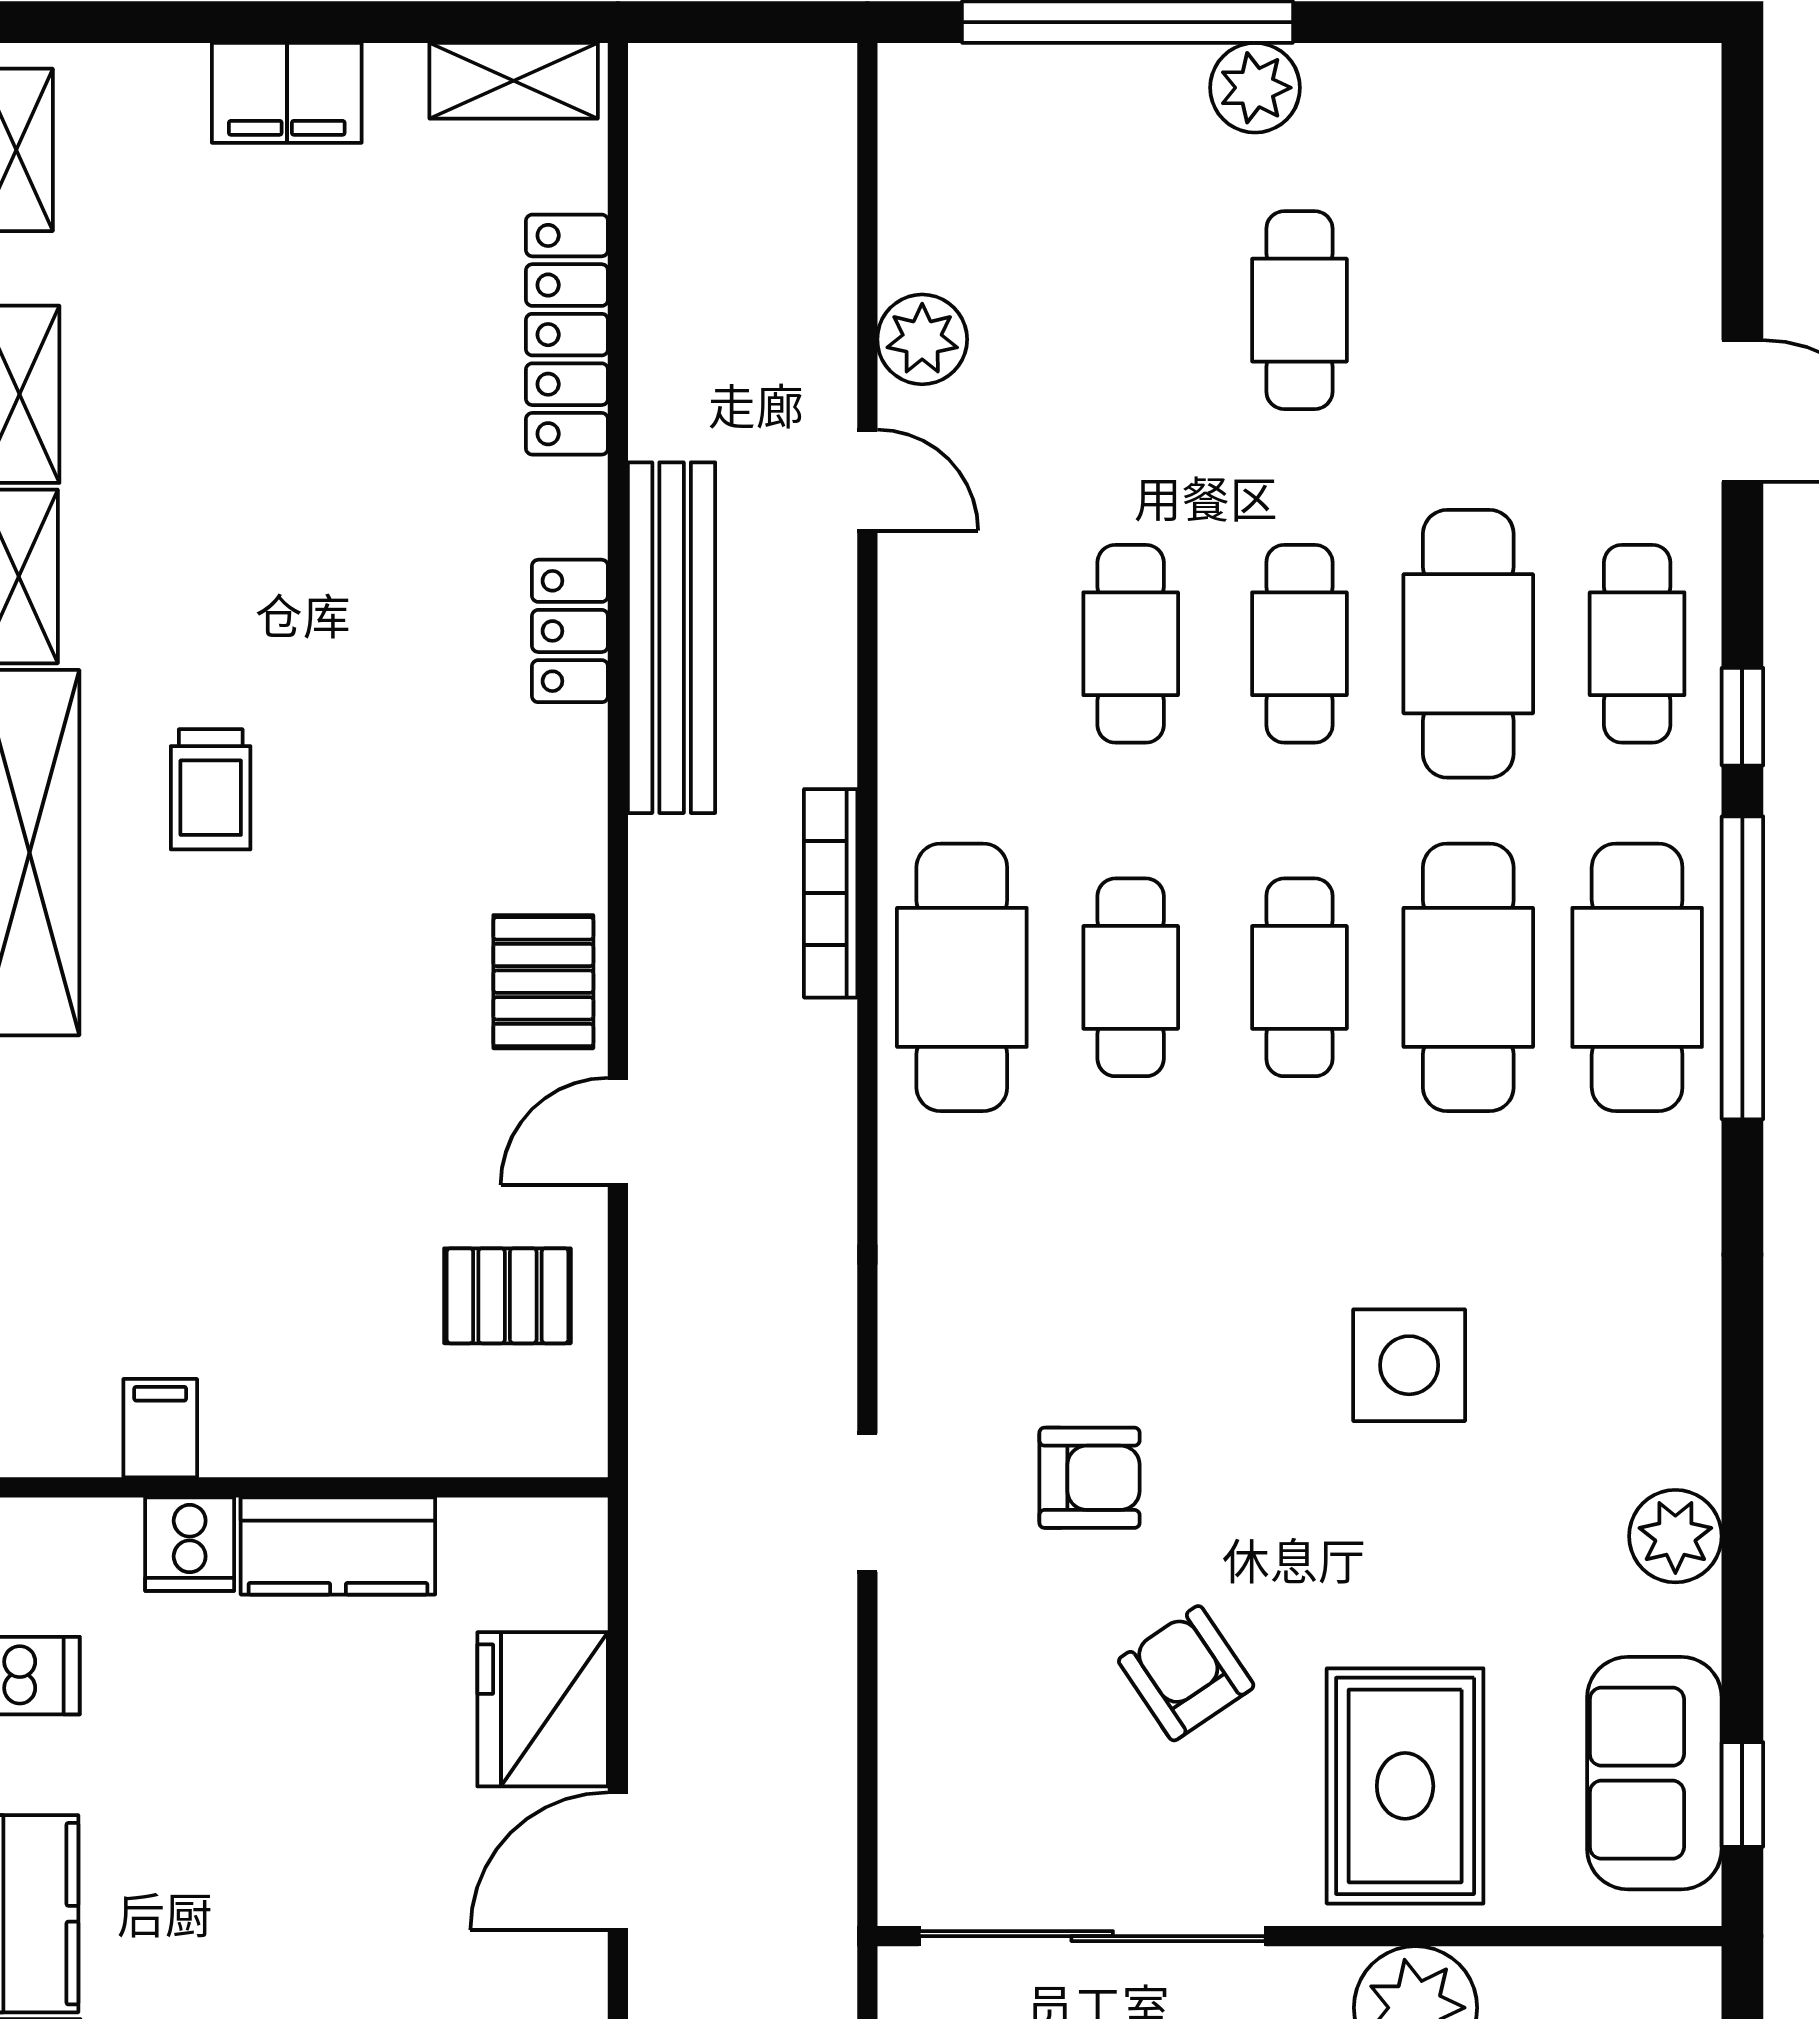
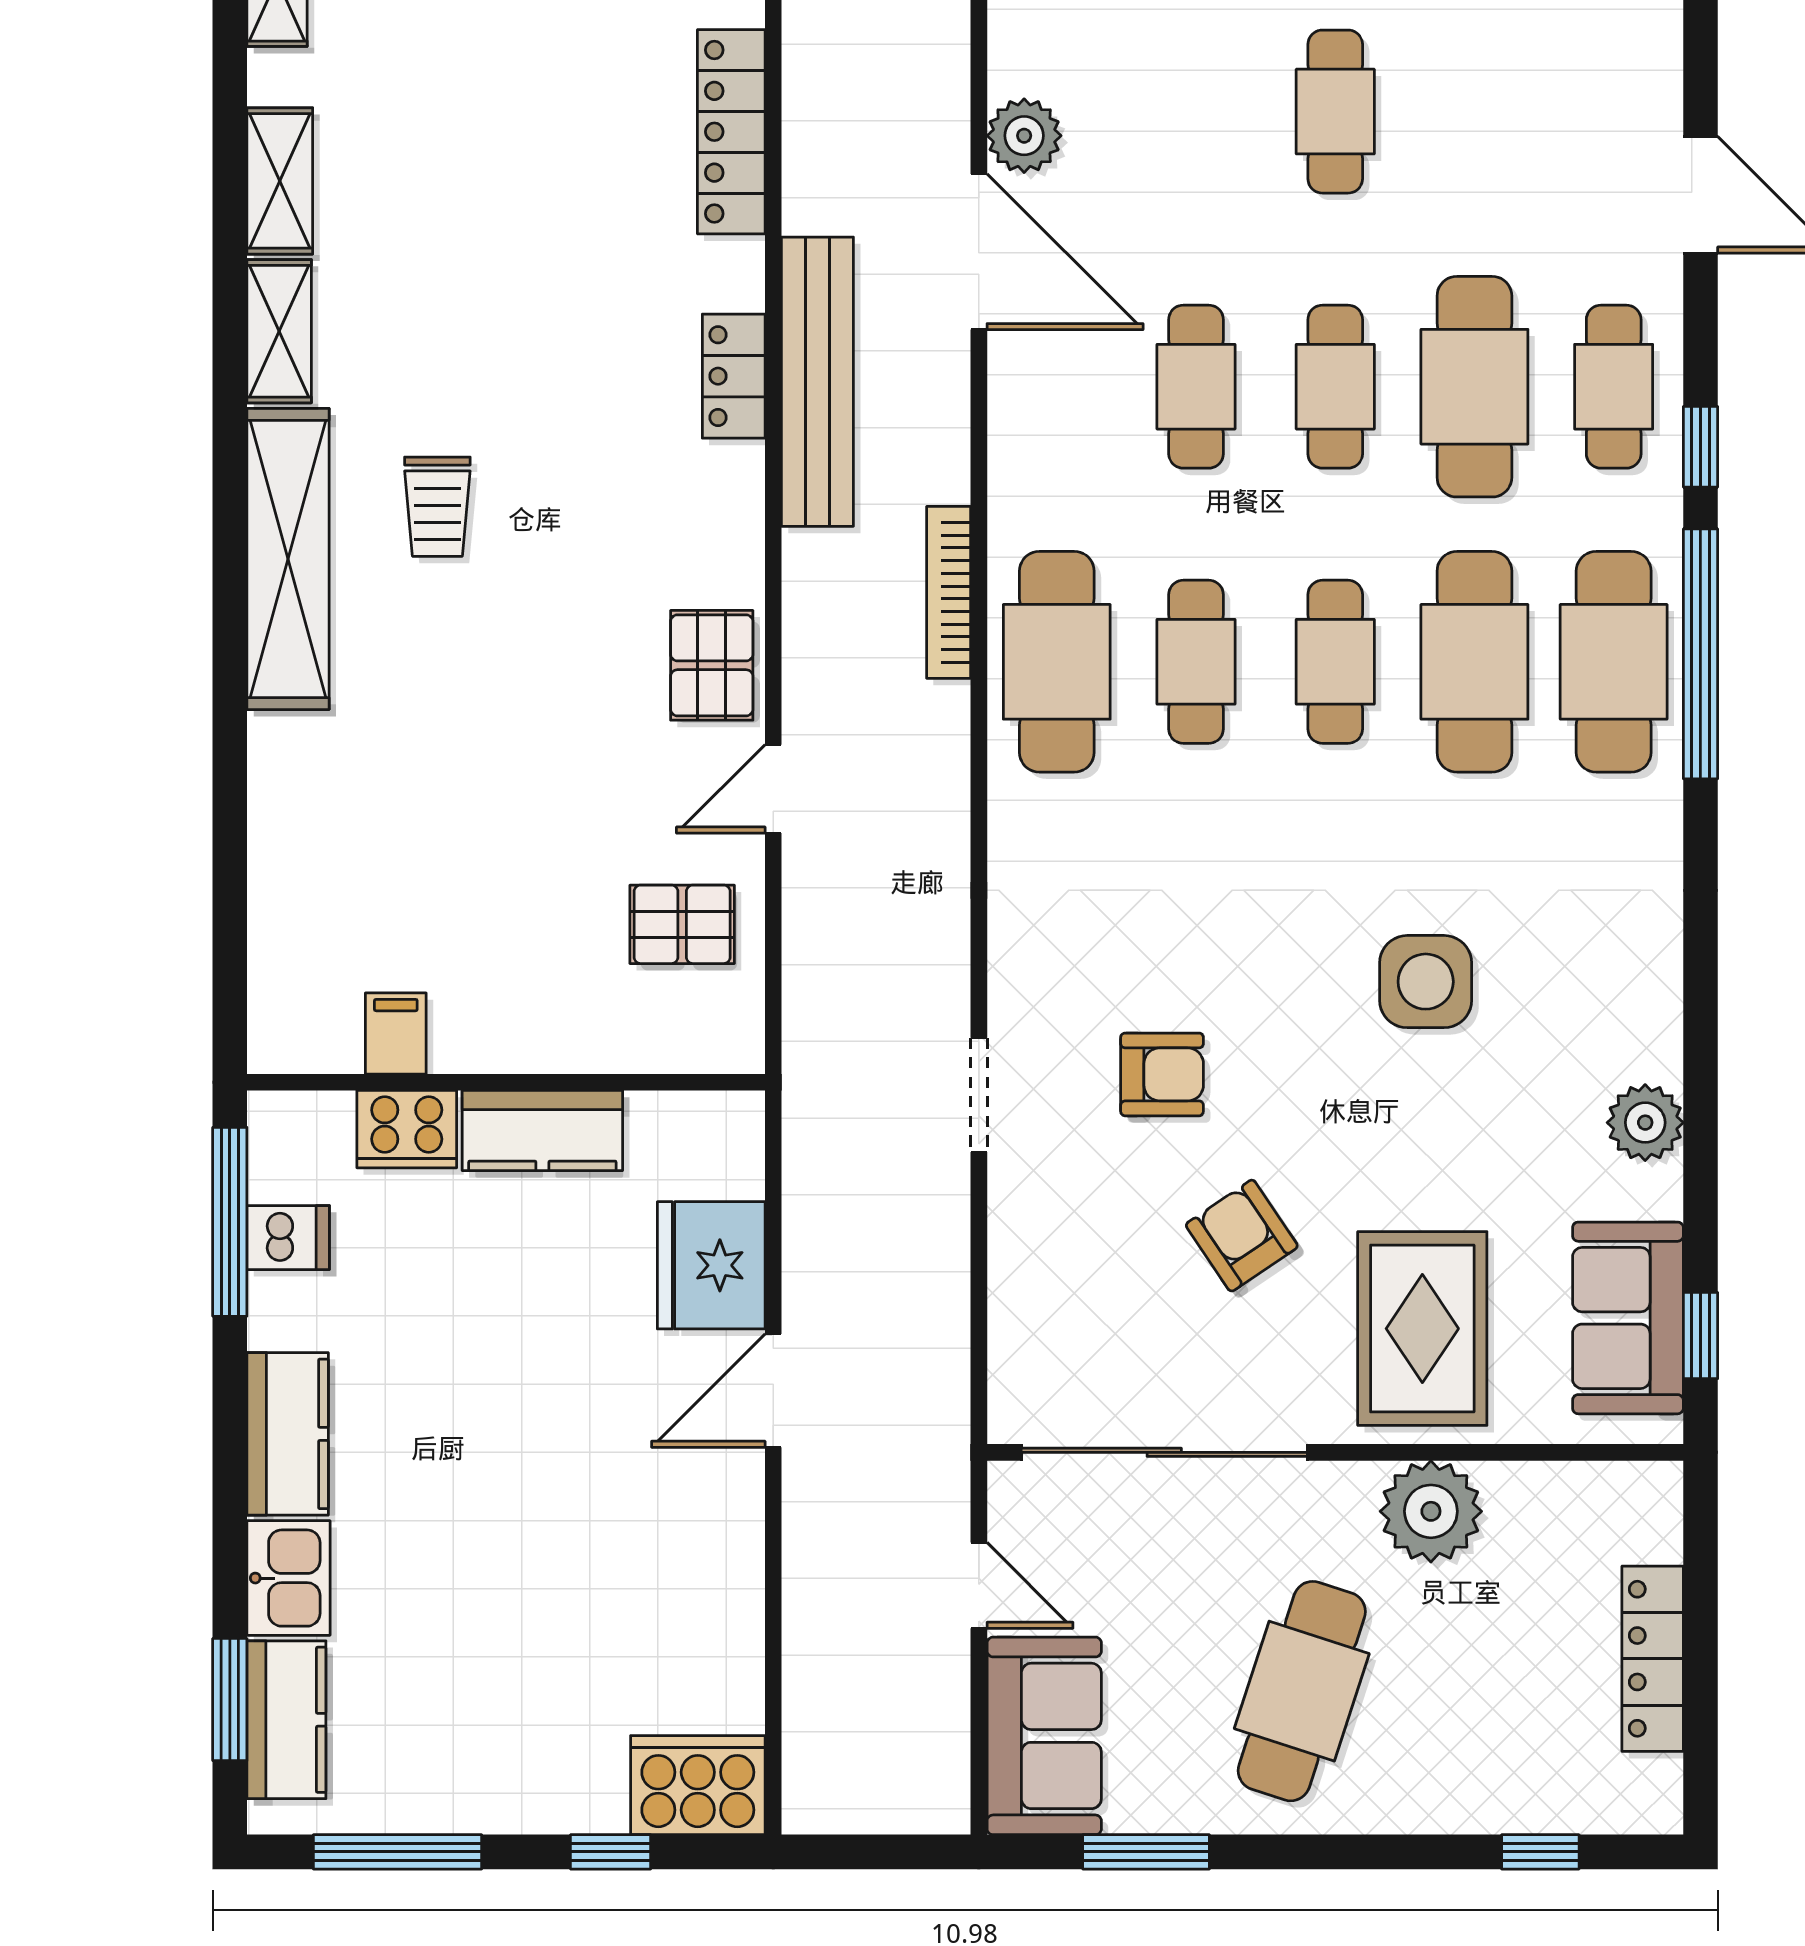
door: (867, 480) -> (979, 252), width x1.87
cooker: (190, 1544) -> (407, 1129), width x1.36

